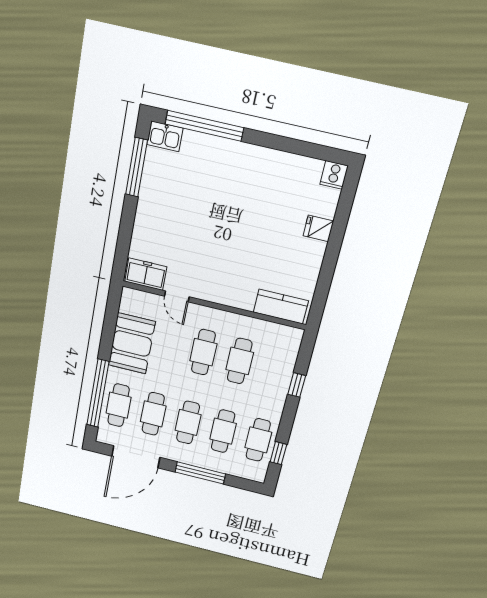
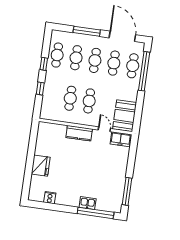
kitchen sink: (165, 136) -> (88, 203), moved
cooker: (334, 175) -> (50, 198), moved
fridge: (318, 228) -> (41, 166), width x1.88, depth x1.34
kitchen counter: (281, 307) -> (79, 133), moved
booth: (132, 343) -> (125, 116), moved
window: (278, 453) -> (44, 64), moved
door: (136, 457) -> (122, 36), hinge flipped

